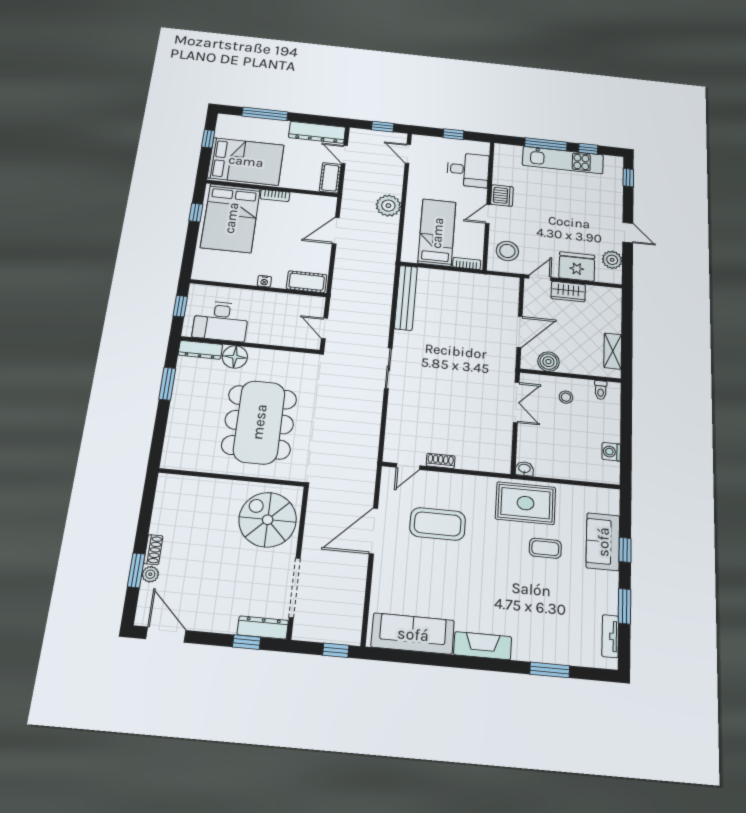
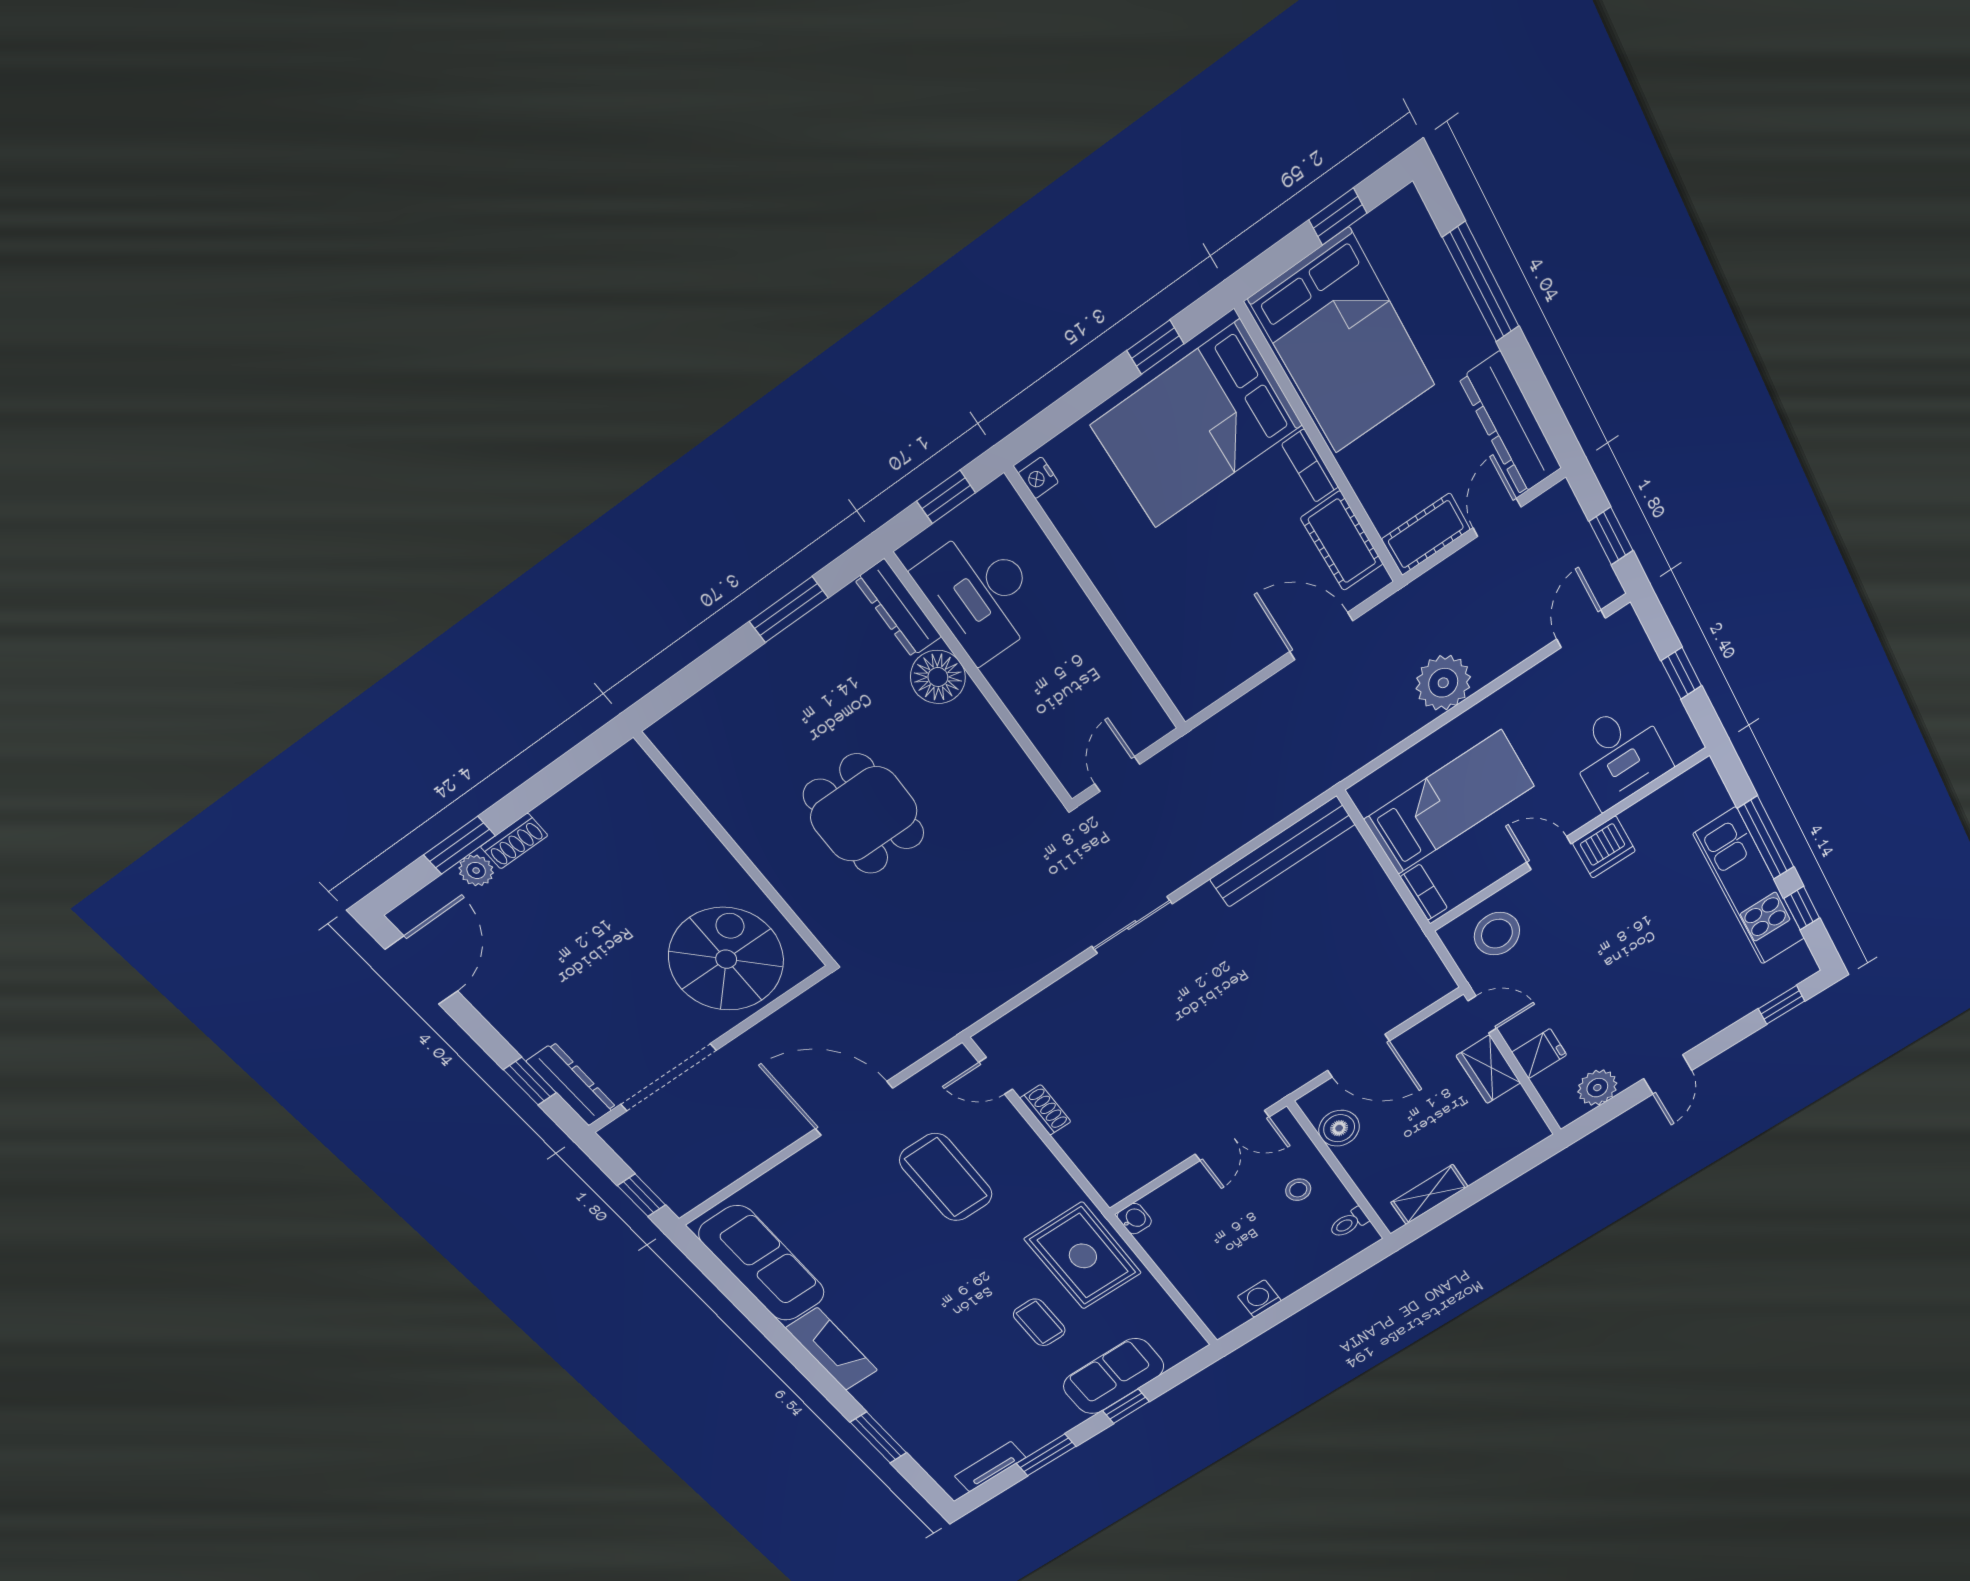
fridge: (577, 267) -> (1539, 1054), width x0.53, depth x0.75
nightstand: (264, 281) -> (1038, 478), moved
cot: (307, 282) -> (1342, 541), moved
dining table: (259, 422) -> (864, 814), width x0.53, depth x0.80

